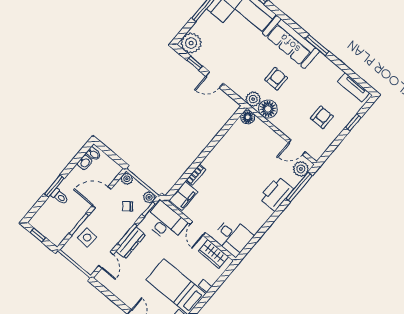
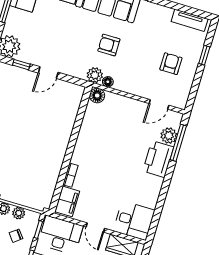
armchair: (276, 79) -> (109, 45), turned -90
floor lamp: (268, 109) -> (108, 82), width x0.53, depth x0.53
plant: (301, 169) -> (169, 136), moved
plant: (149, 197) -> (19, 213), moved

